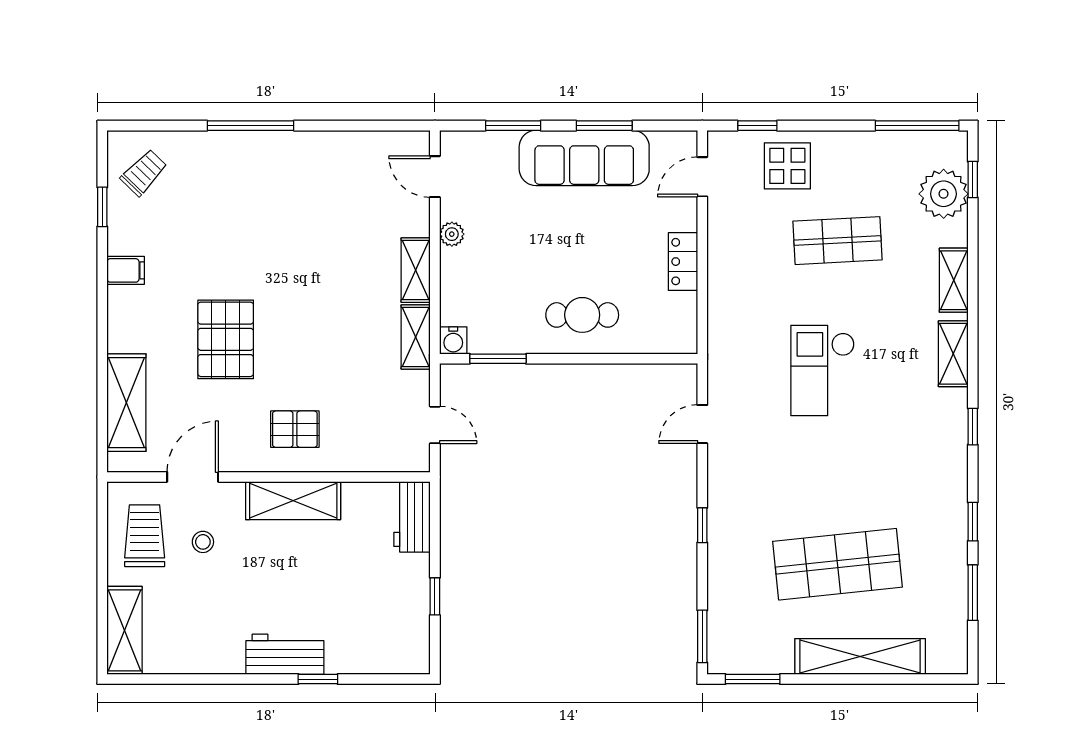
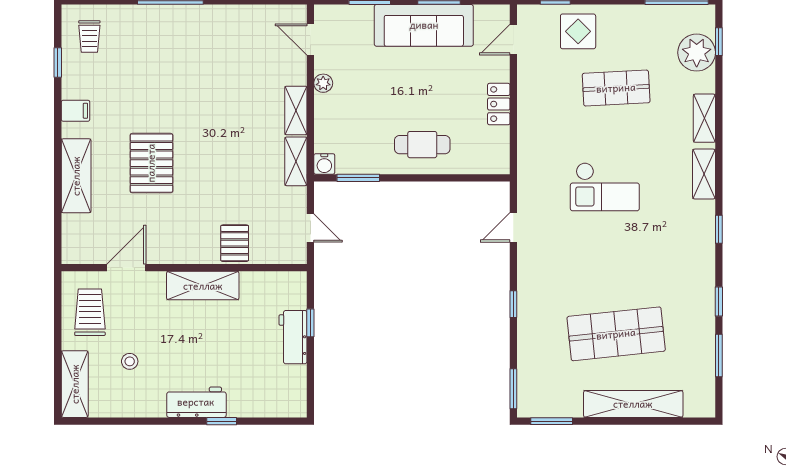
trolley: (144, 173) -> (89, 36), turned 136
checkout: (823, 371) -> (605, 187), turned -90
shelving: (126, 403) -> (76, 176), moved
pallet: (295, 429) -> (235, 243), moved, turned 90
workbench: (412, 517) -> (293, 337), moved
stool: (203, 542) -> (130, 361), moved
window: (435, 596) -> (310, 323), moved

